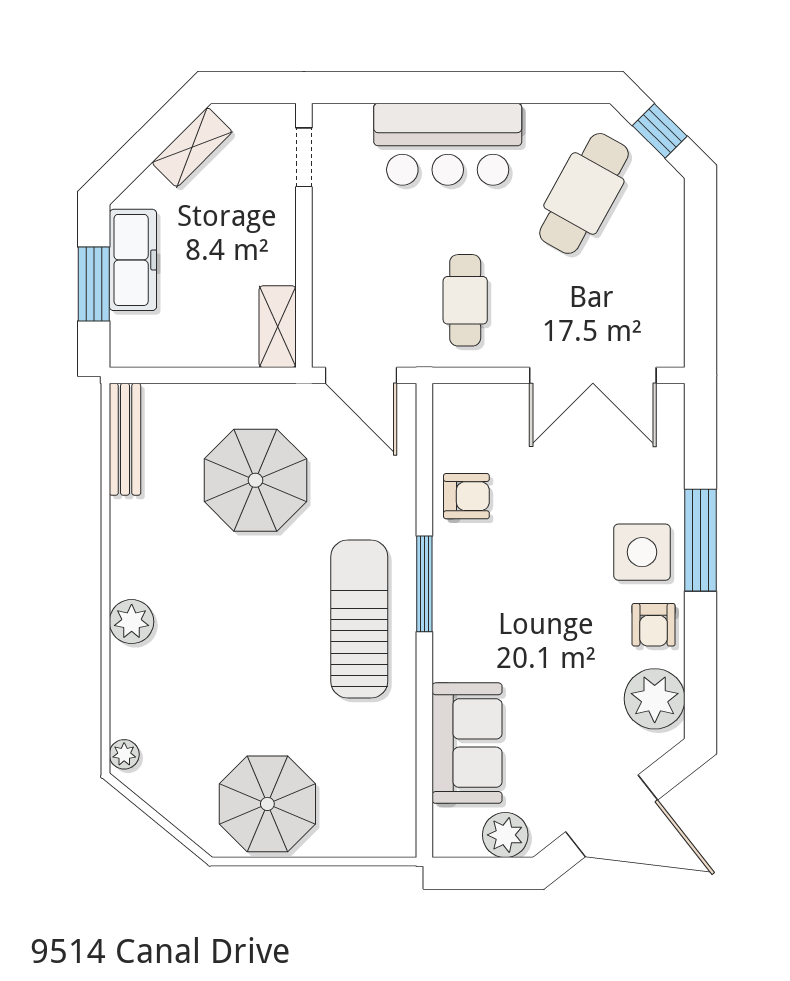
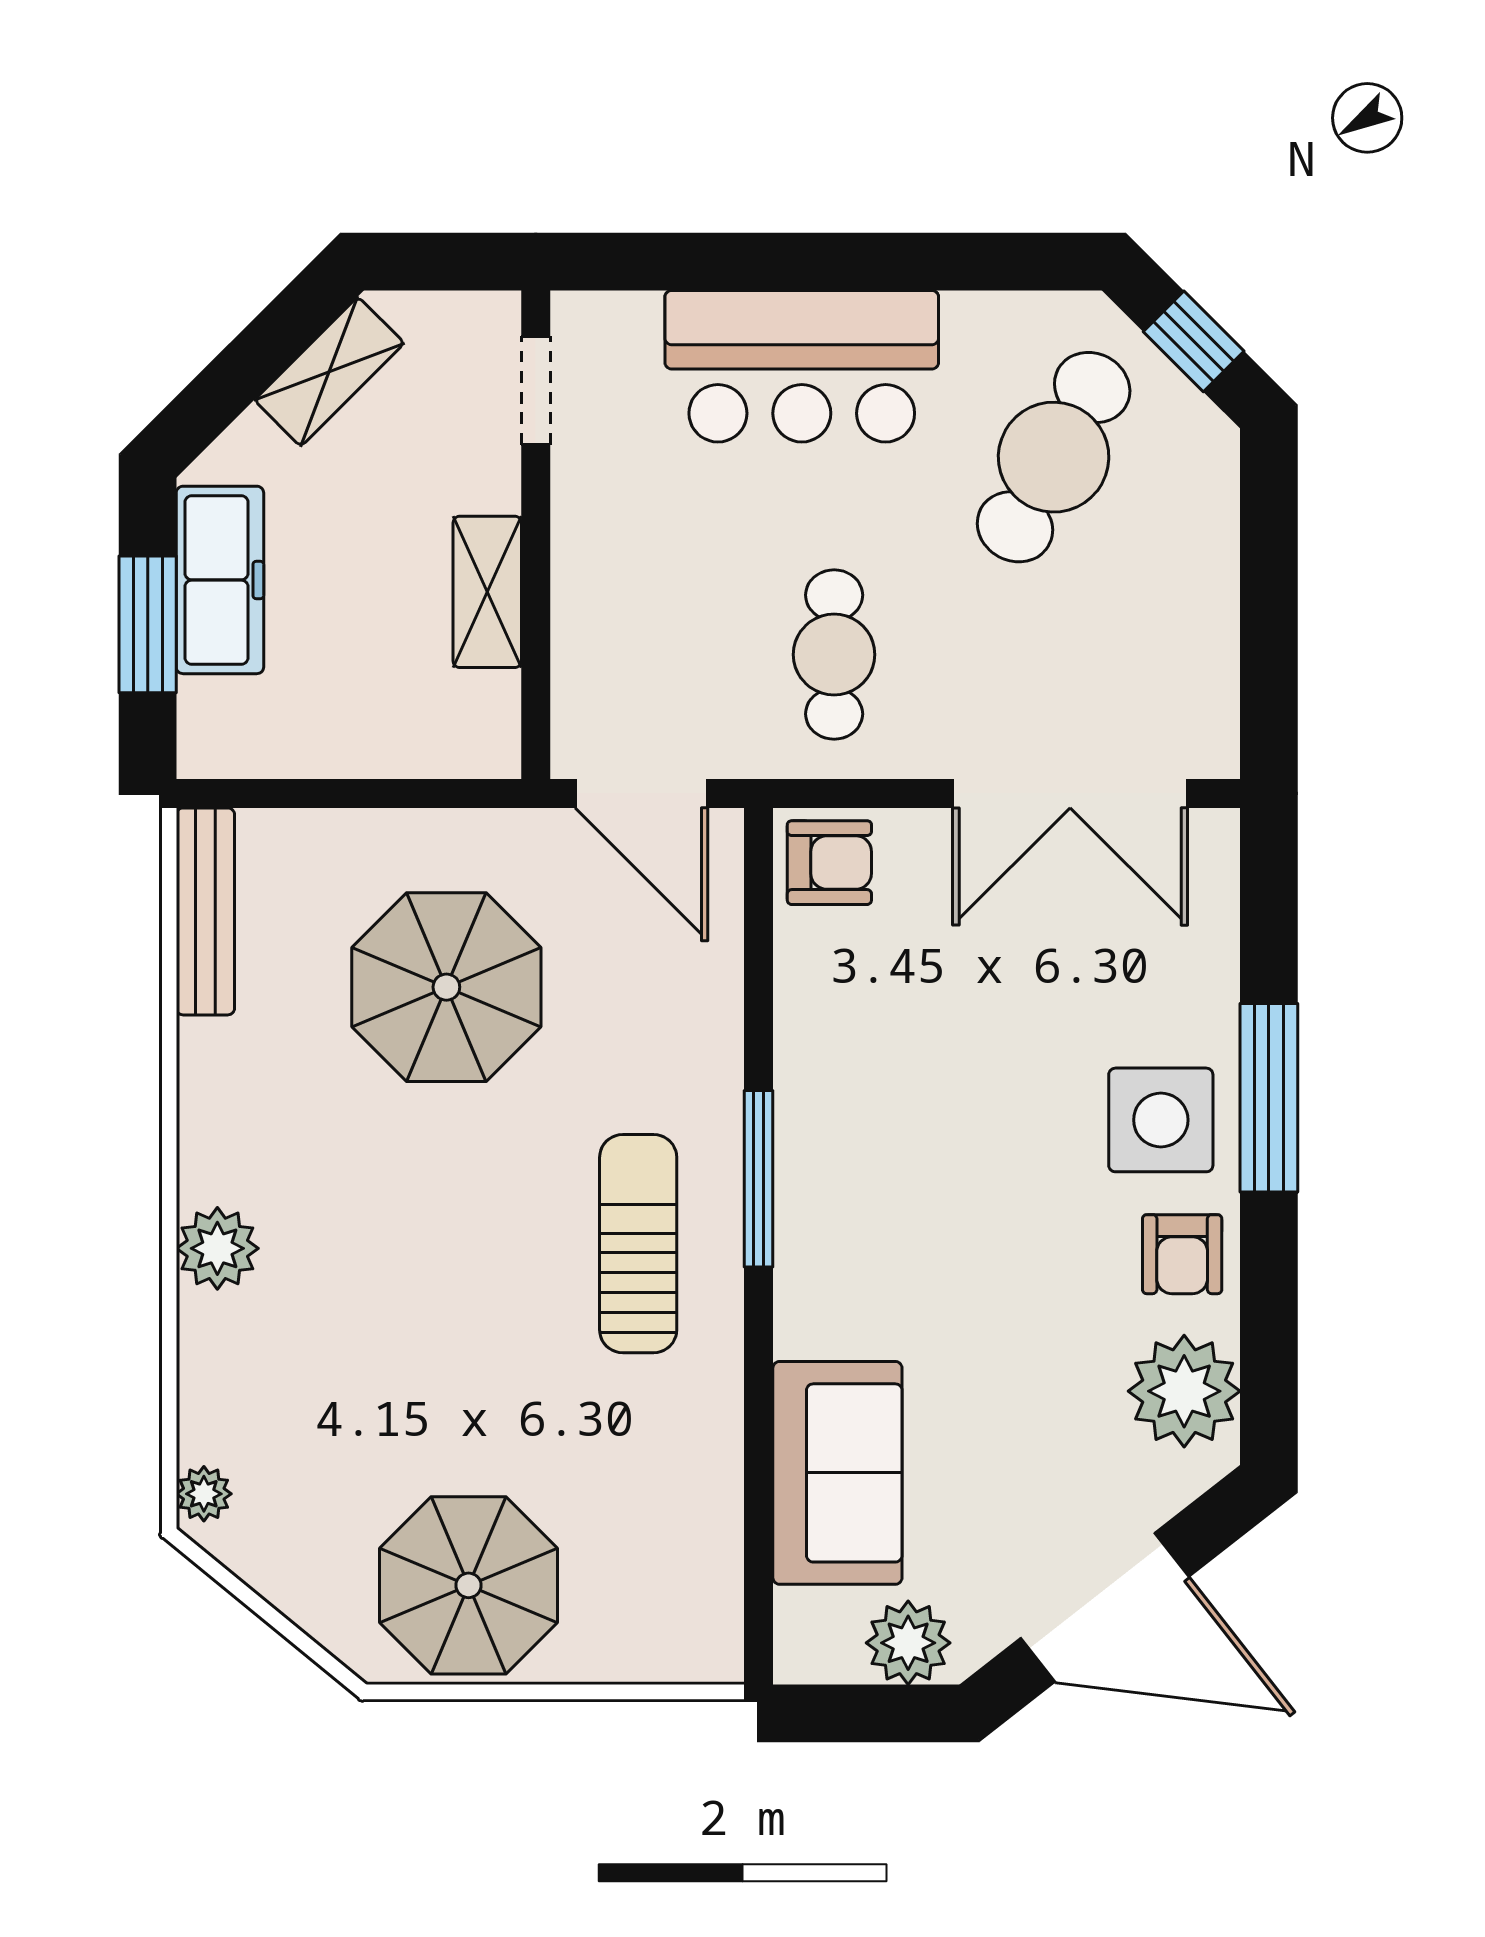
shelving: (278, 327) -> (487, 592), moved
armchair: (466, 496) -> (829, 863), moved
sun lounger: (359, 619) -> (638, 1244), width x0.73, depth x0.75

